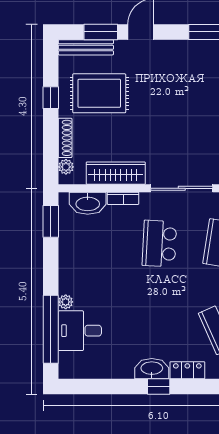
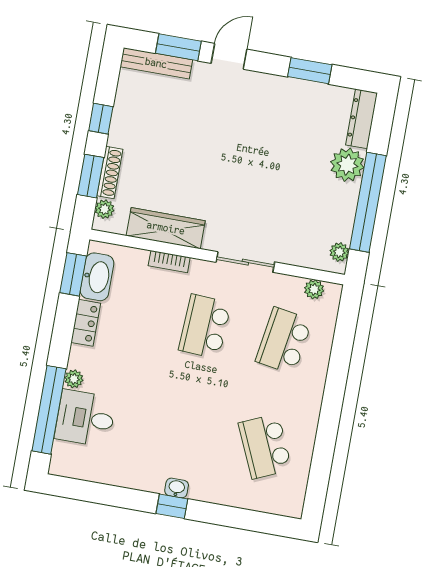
rug: (99, 93) -> (163, 124), removed
window: (51, 143) -> (91, 176), added
sliding door: (182, 188) -> (245, 262), width x0.73
washbasin: (88, 203) -> (97, 277), moved, turned -90
washbasin: (152, 369) -> (177, 488), width x0.52, depth x0.69
locker: (187, 370) -> (86, 323), moved, turned 90

